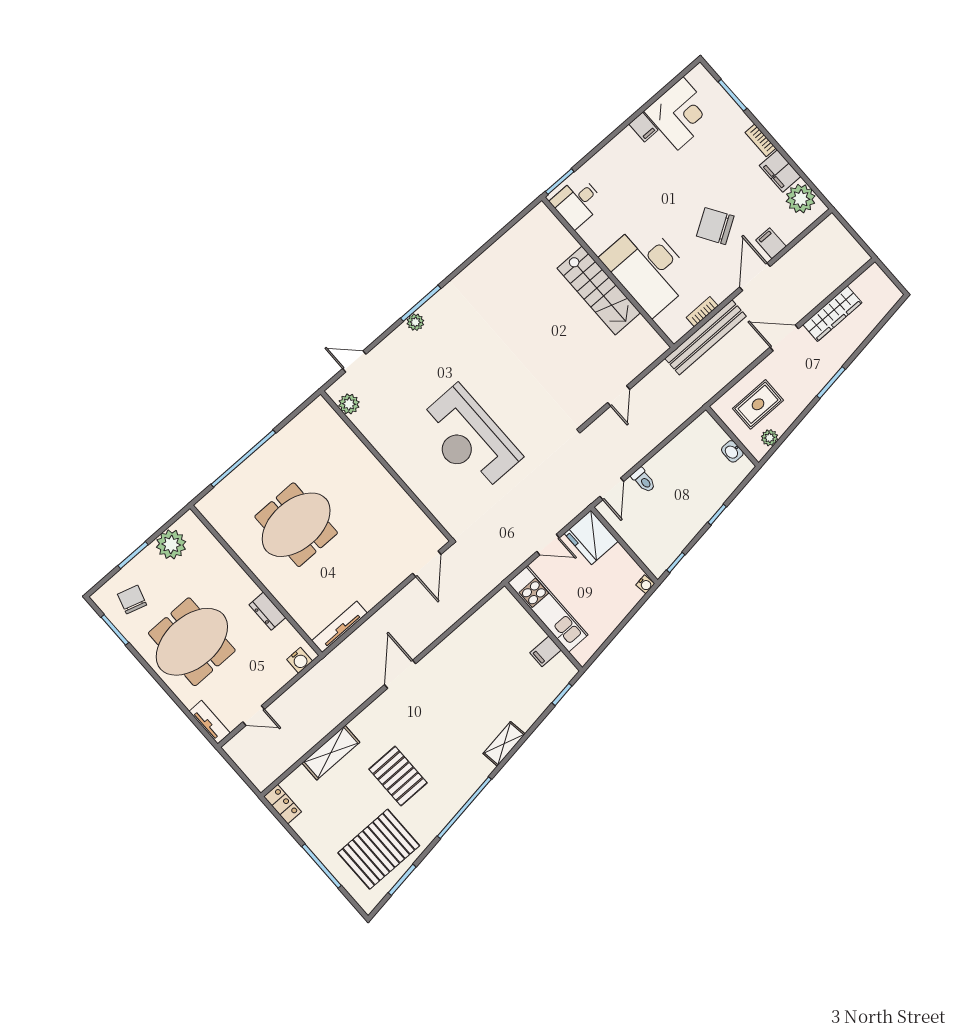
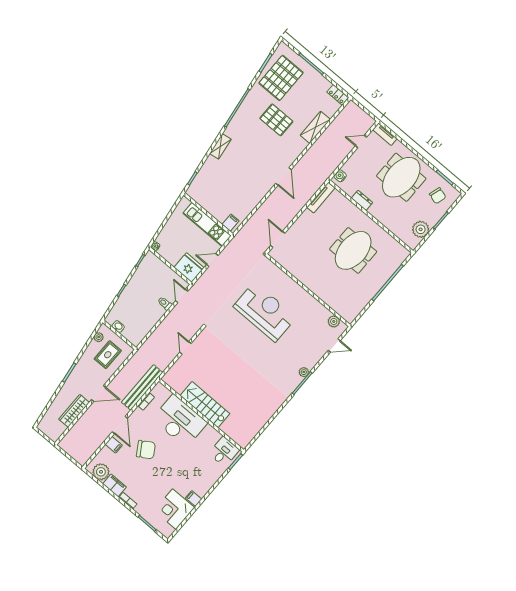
filing cabinet: (546, 651) -> (231, 223), moved

